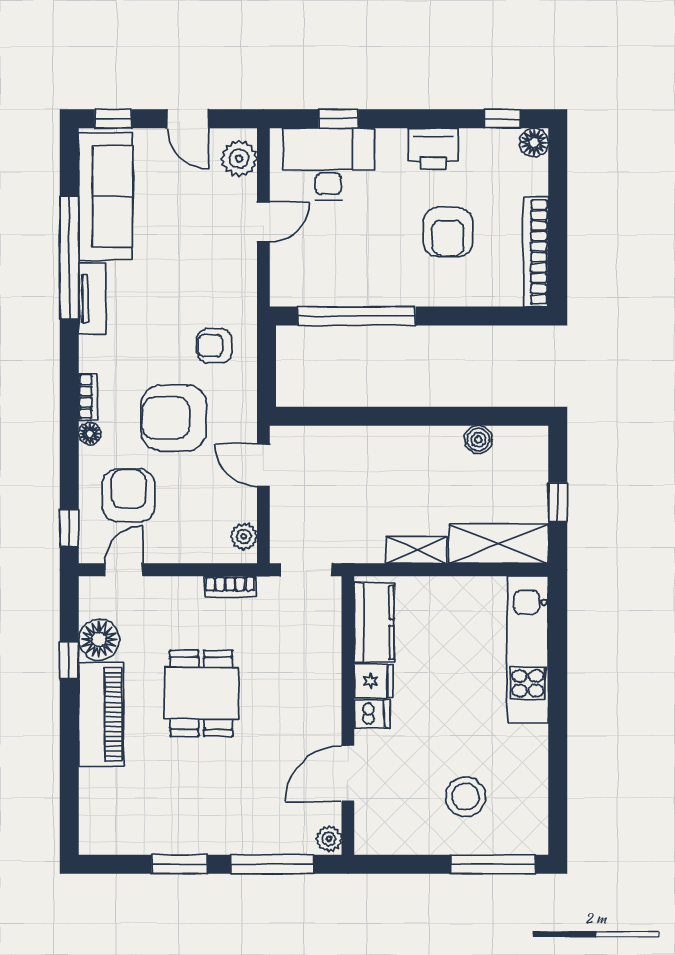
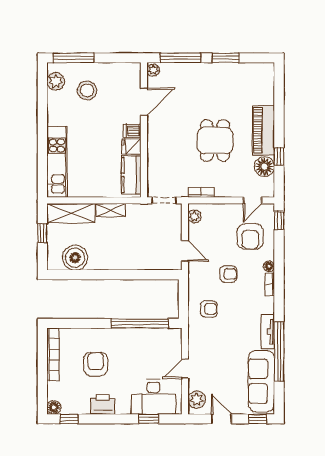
armchair: (174, 418) -> (228, 274), width x0.53, depth x0.53
boiler: (478, 440) -> (75, 258), width x1.86, depth x1.86
plant: (530, 816) -> (56, 81), added

